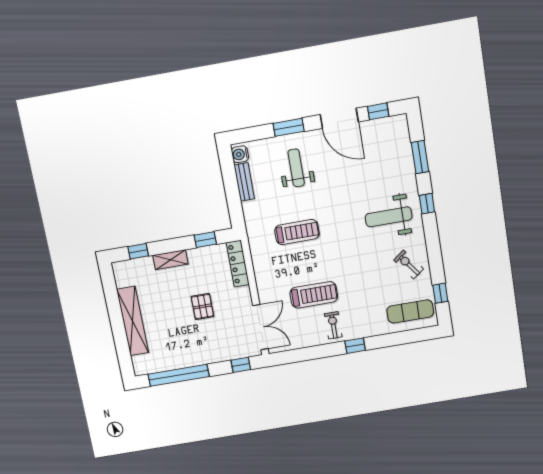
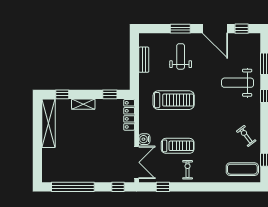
water cooler: (240, 154) -> (144, 139), moved
weight bench: (389, 217) -> (238, 83), moved
treadmill: (297, 232) -> (174, 100), width x1.37, depth x1.38
pallet: (202, 306) -> (99, 141), removed
shelving: (133, 321) -> (49, 123), moved
window: (355, 346) -> (163, 187), moved

